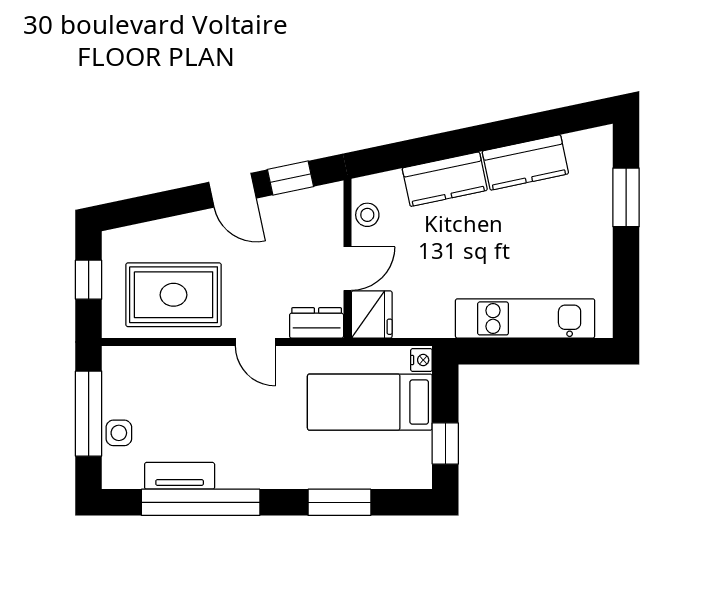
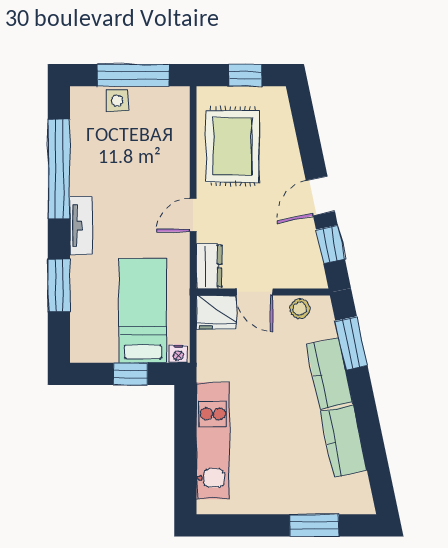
window: (409, 153) -> (351, 343), added
window: (445, 444) -> (131, 374), moved
tv unit: (180, 476) -> (81, 226), moved

